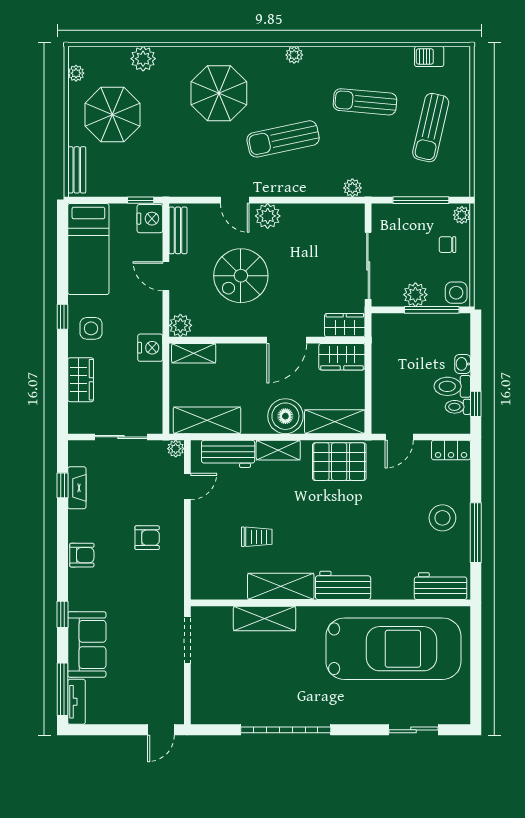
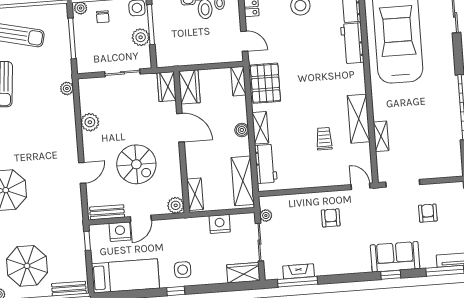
sun lounger: (283, 139) -> (35, 141), removed
plant: (268, 216) -> (90, 122), moved
nightstand: (150, 219) -> (120, 232), moved
sliding door: (368, 266) -> (122, 73), width x0.73
nightstand: (150, 348) -> (220, 224), moved
wardrobe: (81, 380) -> (243, 273), moved
boiler: (285, 416) -> (242, 130), width x0.54, depth x0.54
shelving: (335, 422) -> (238, 81), width x0.67, depth x0.75
plant: (176, 449) -> (266, 216), moved
window: (62, 485) -> (298, 282), width x2.17
door: (187, 487) -> (360, 186), moved
armchair: (82, 555) -> (428, 213), moved
workbench: (343, 585) -> (352, 43), moved
shelving: (264, 618) -> (381, 136), width x0.67, depth x0.75
sofa: (87, 644) -> (395, 257), moved

